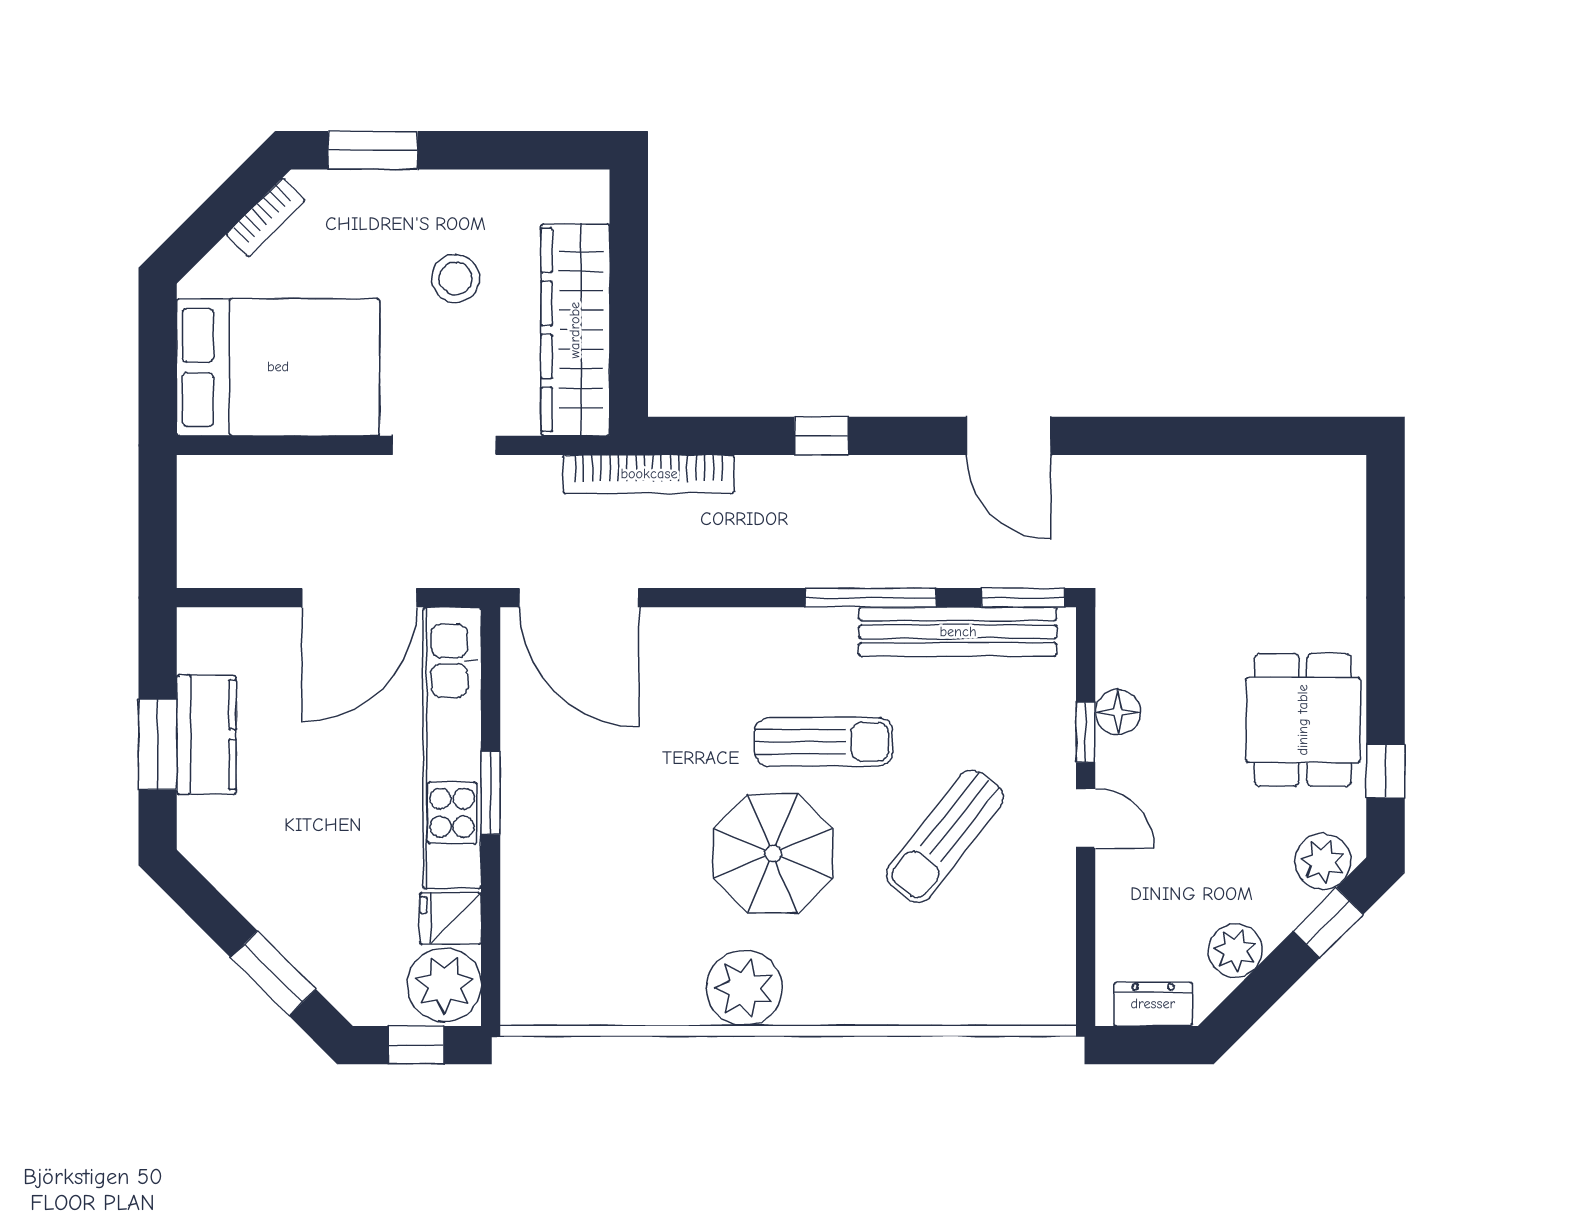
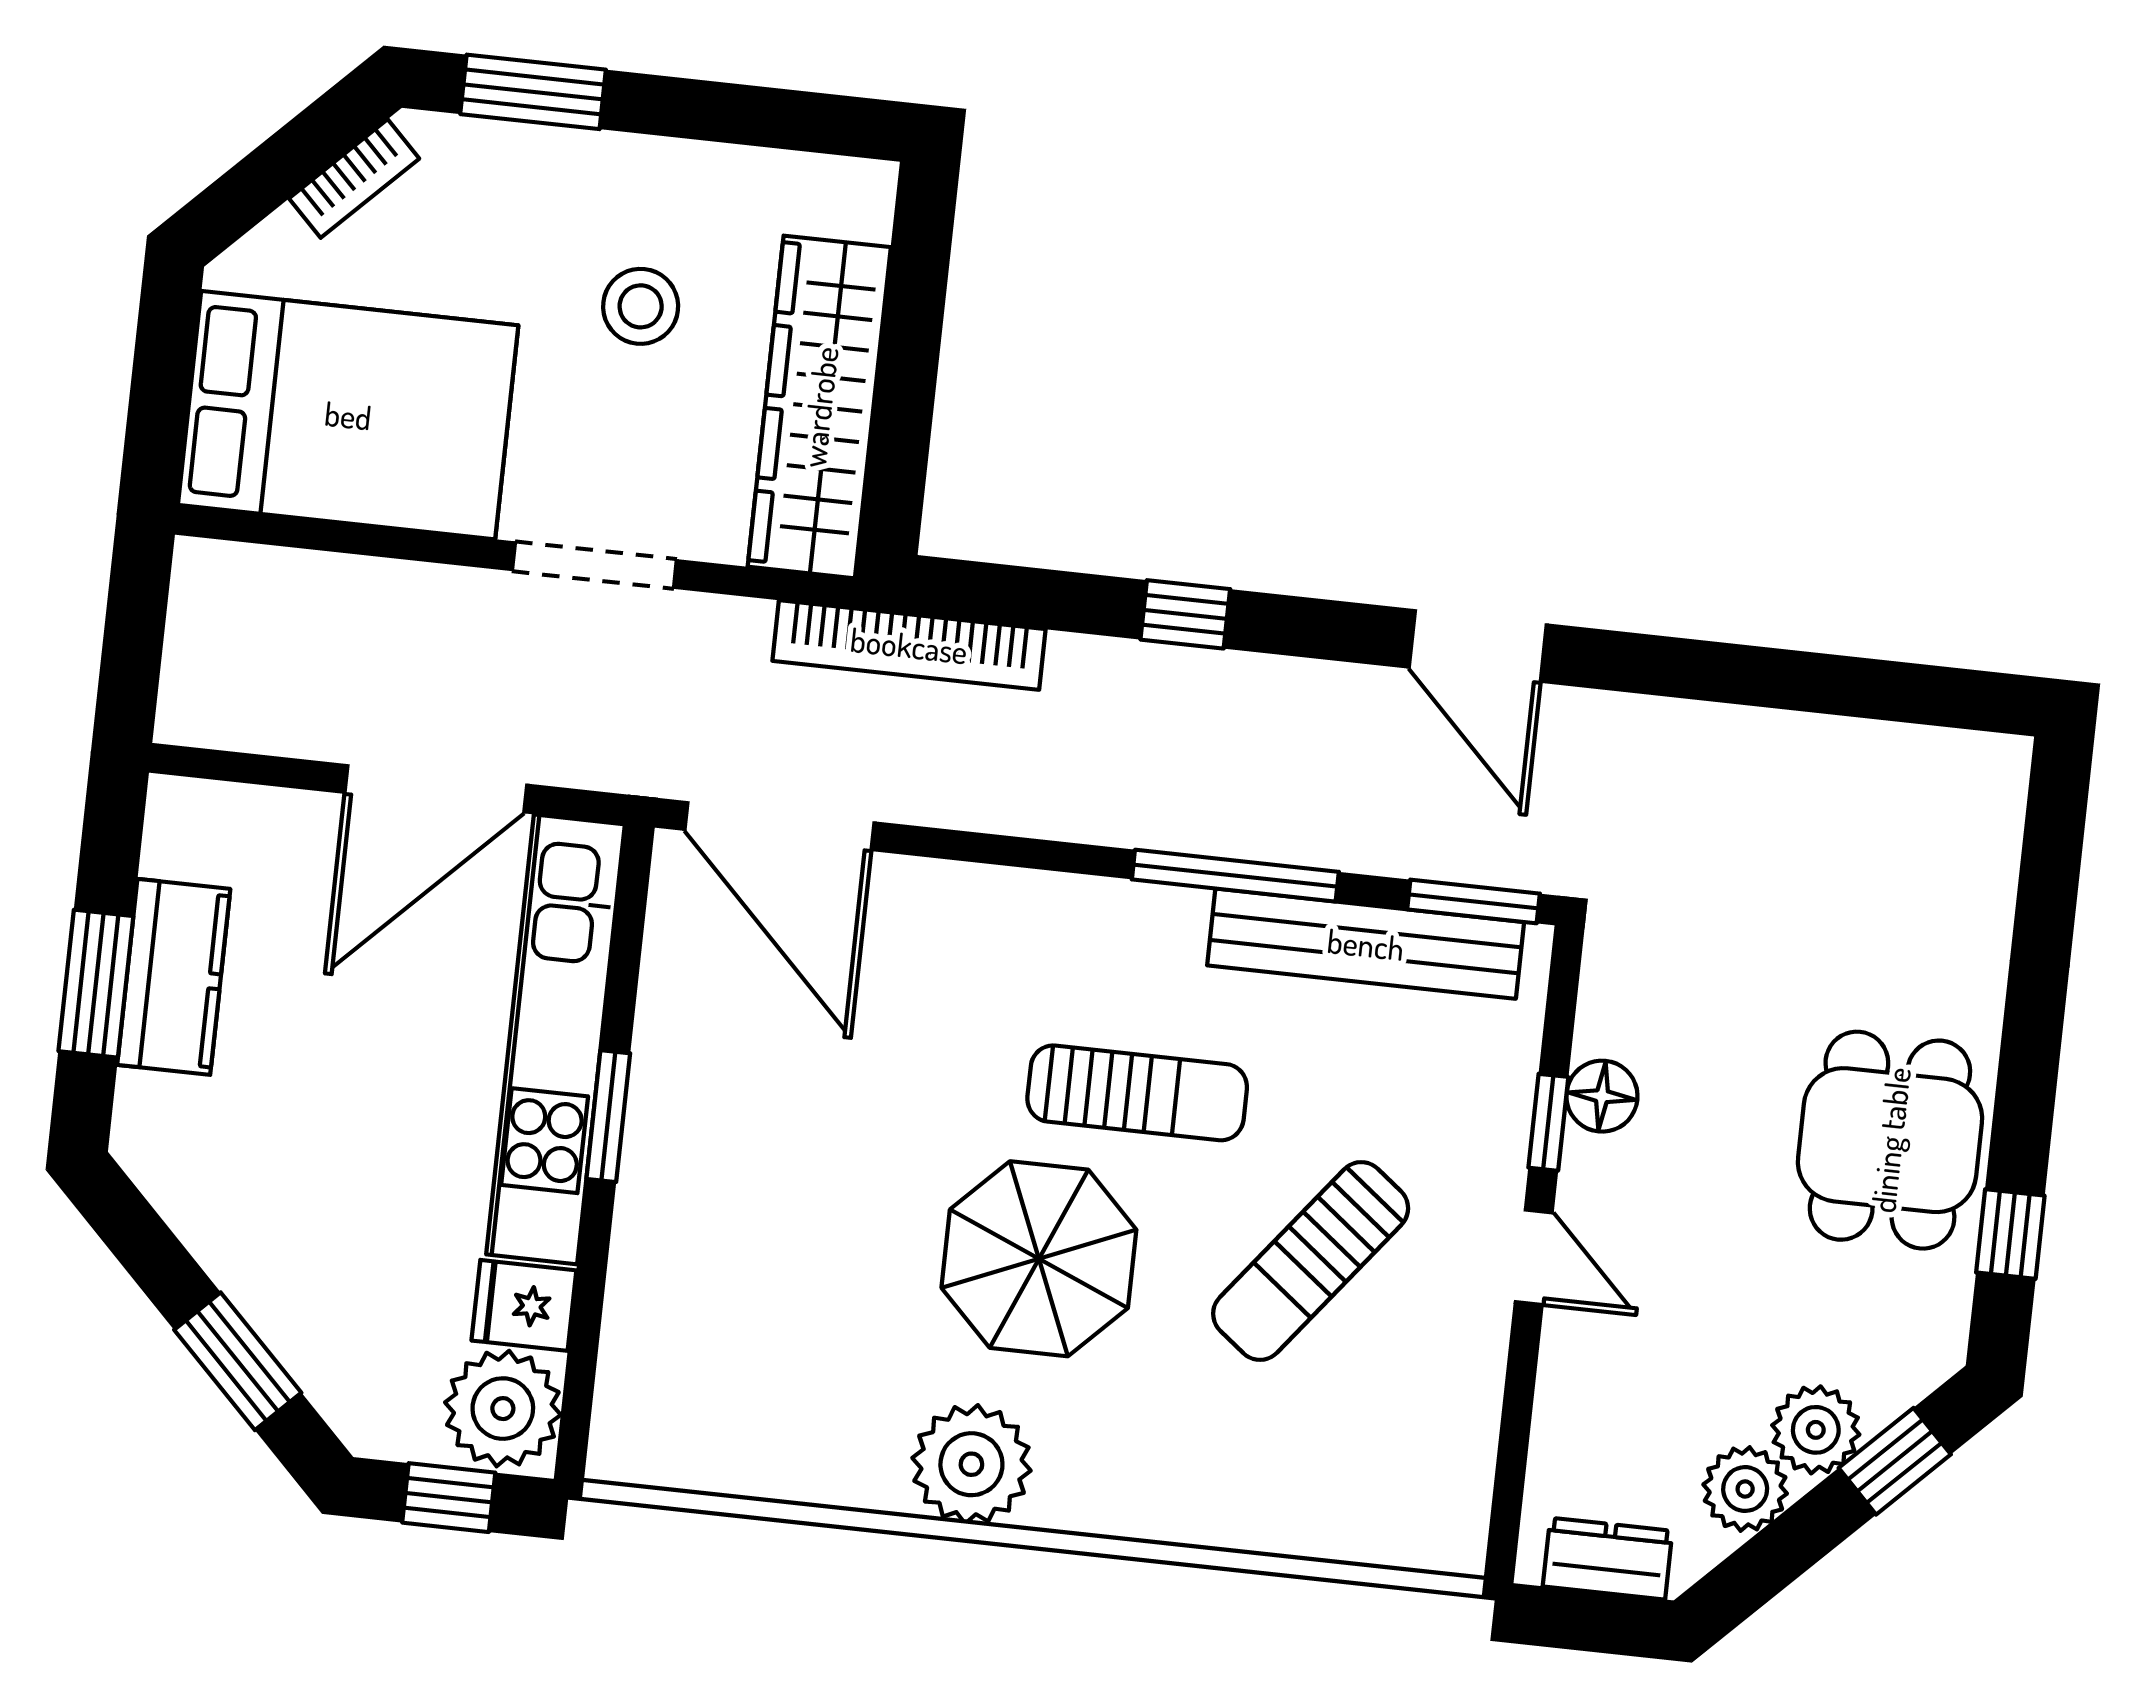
plant: (1323, 861) -> (1816, 1430), moved

